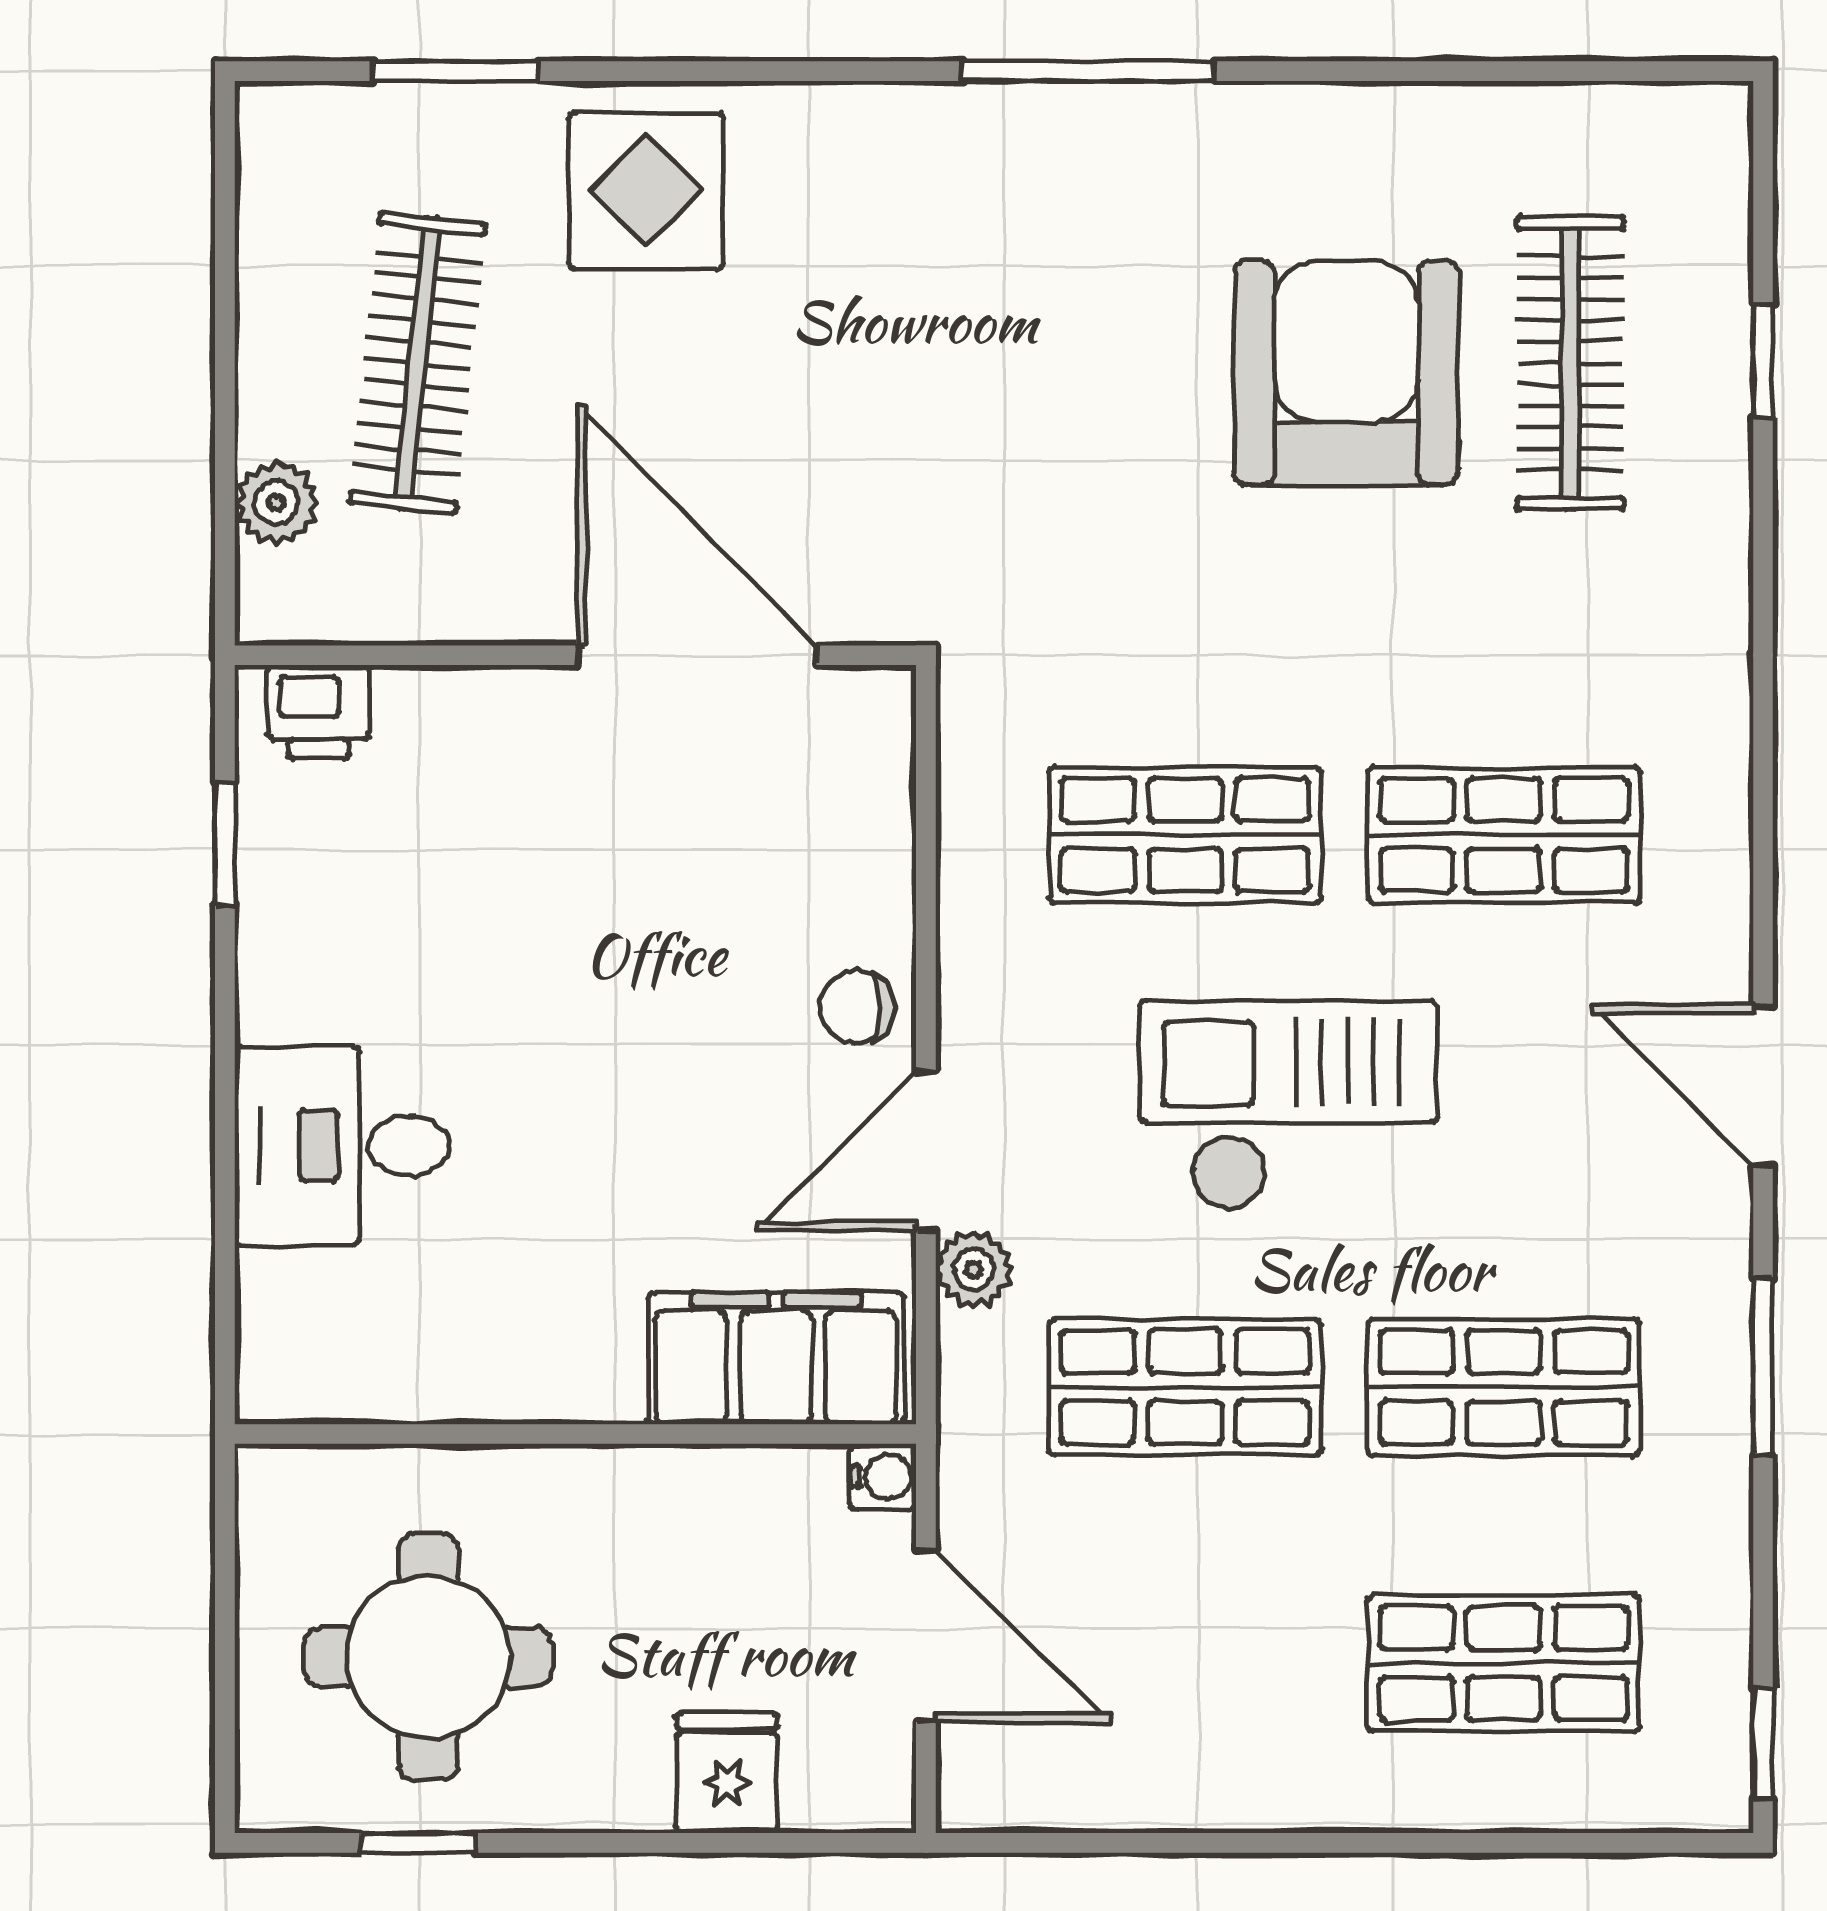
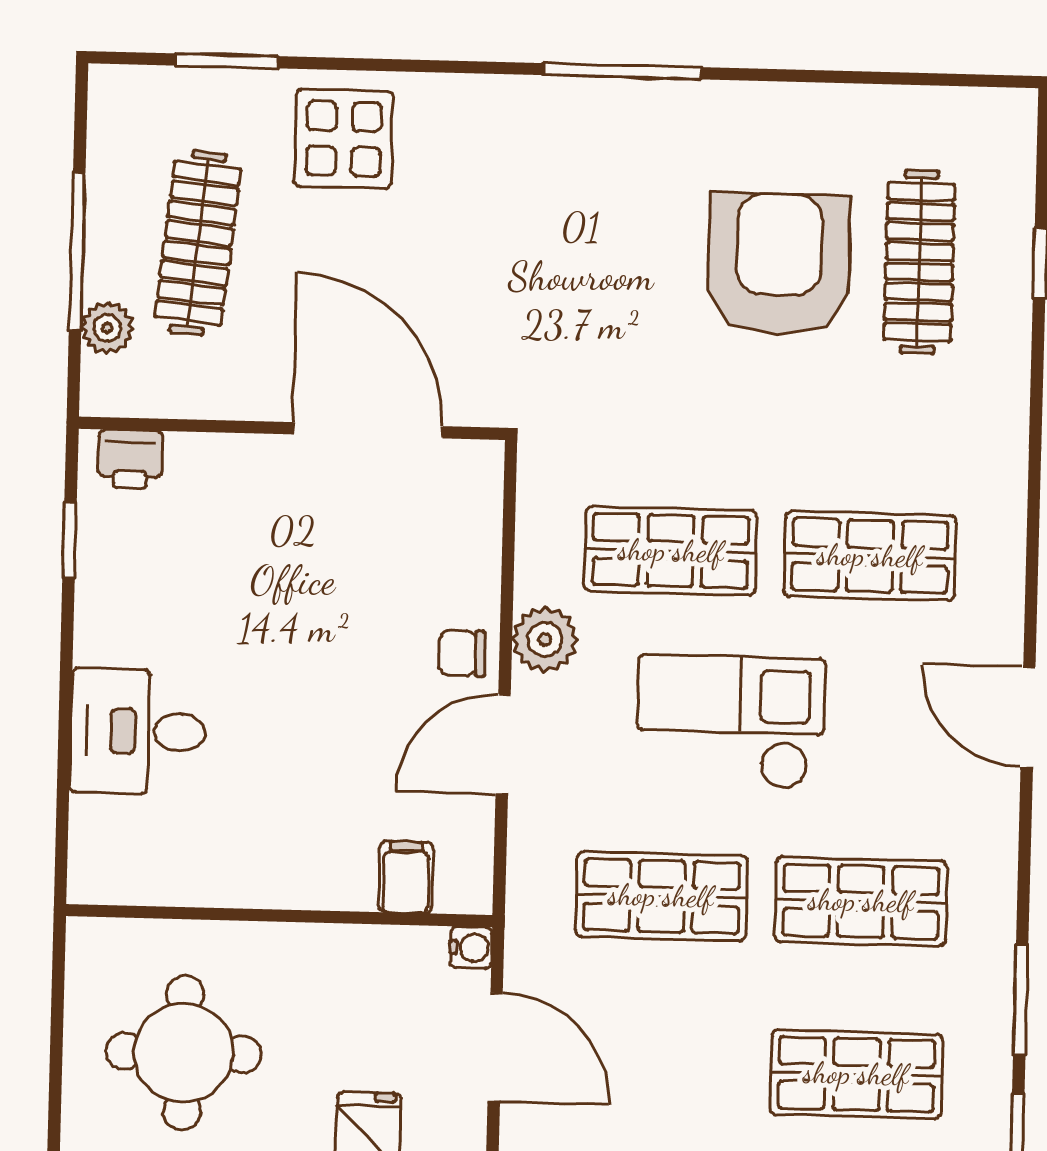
window: (225, 382) -> (77, 252), added
plant: (974, 1270) -> (545, 639), moved, width x1.38, depth x1.38
filing cabinet: (776, 1358) -> (406, 877), width x0.33, depth x0.86
window: (1763, 1366) -> (1021, 1000), moved

